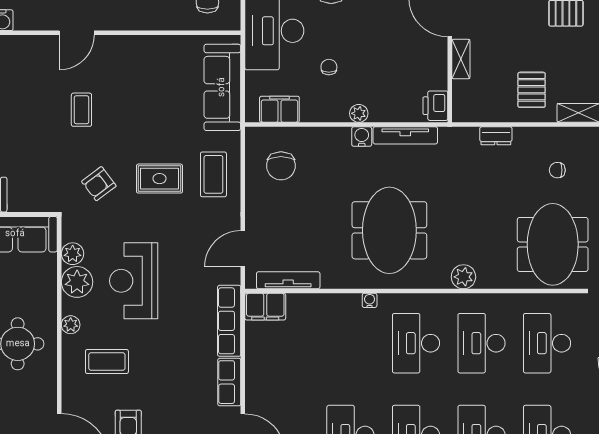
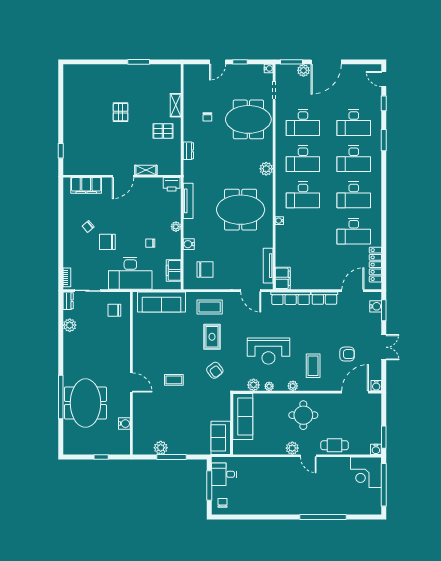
water cooler: (362, 137) -> (189, 244), moved
plant: (77, 282) -> (269, 386), width x0.53, depth x0.53

